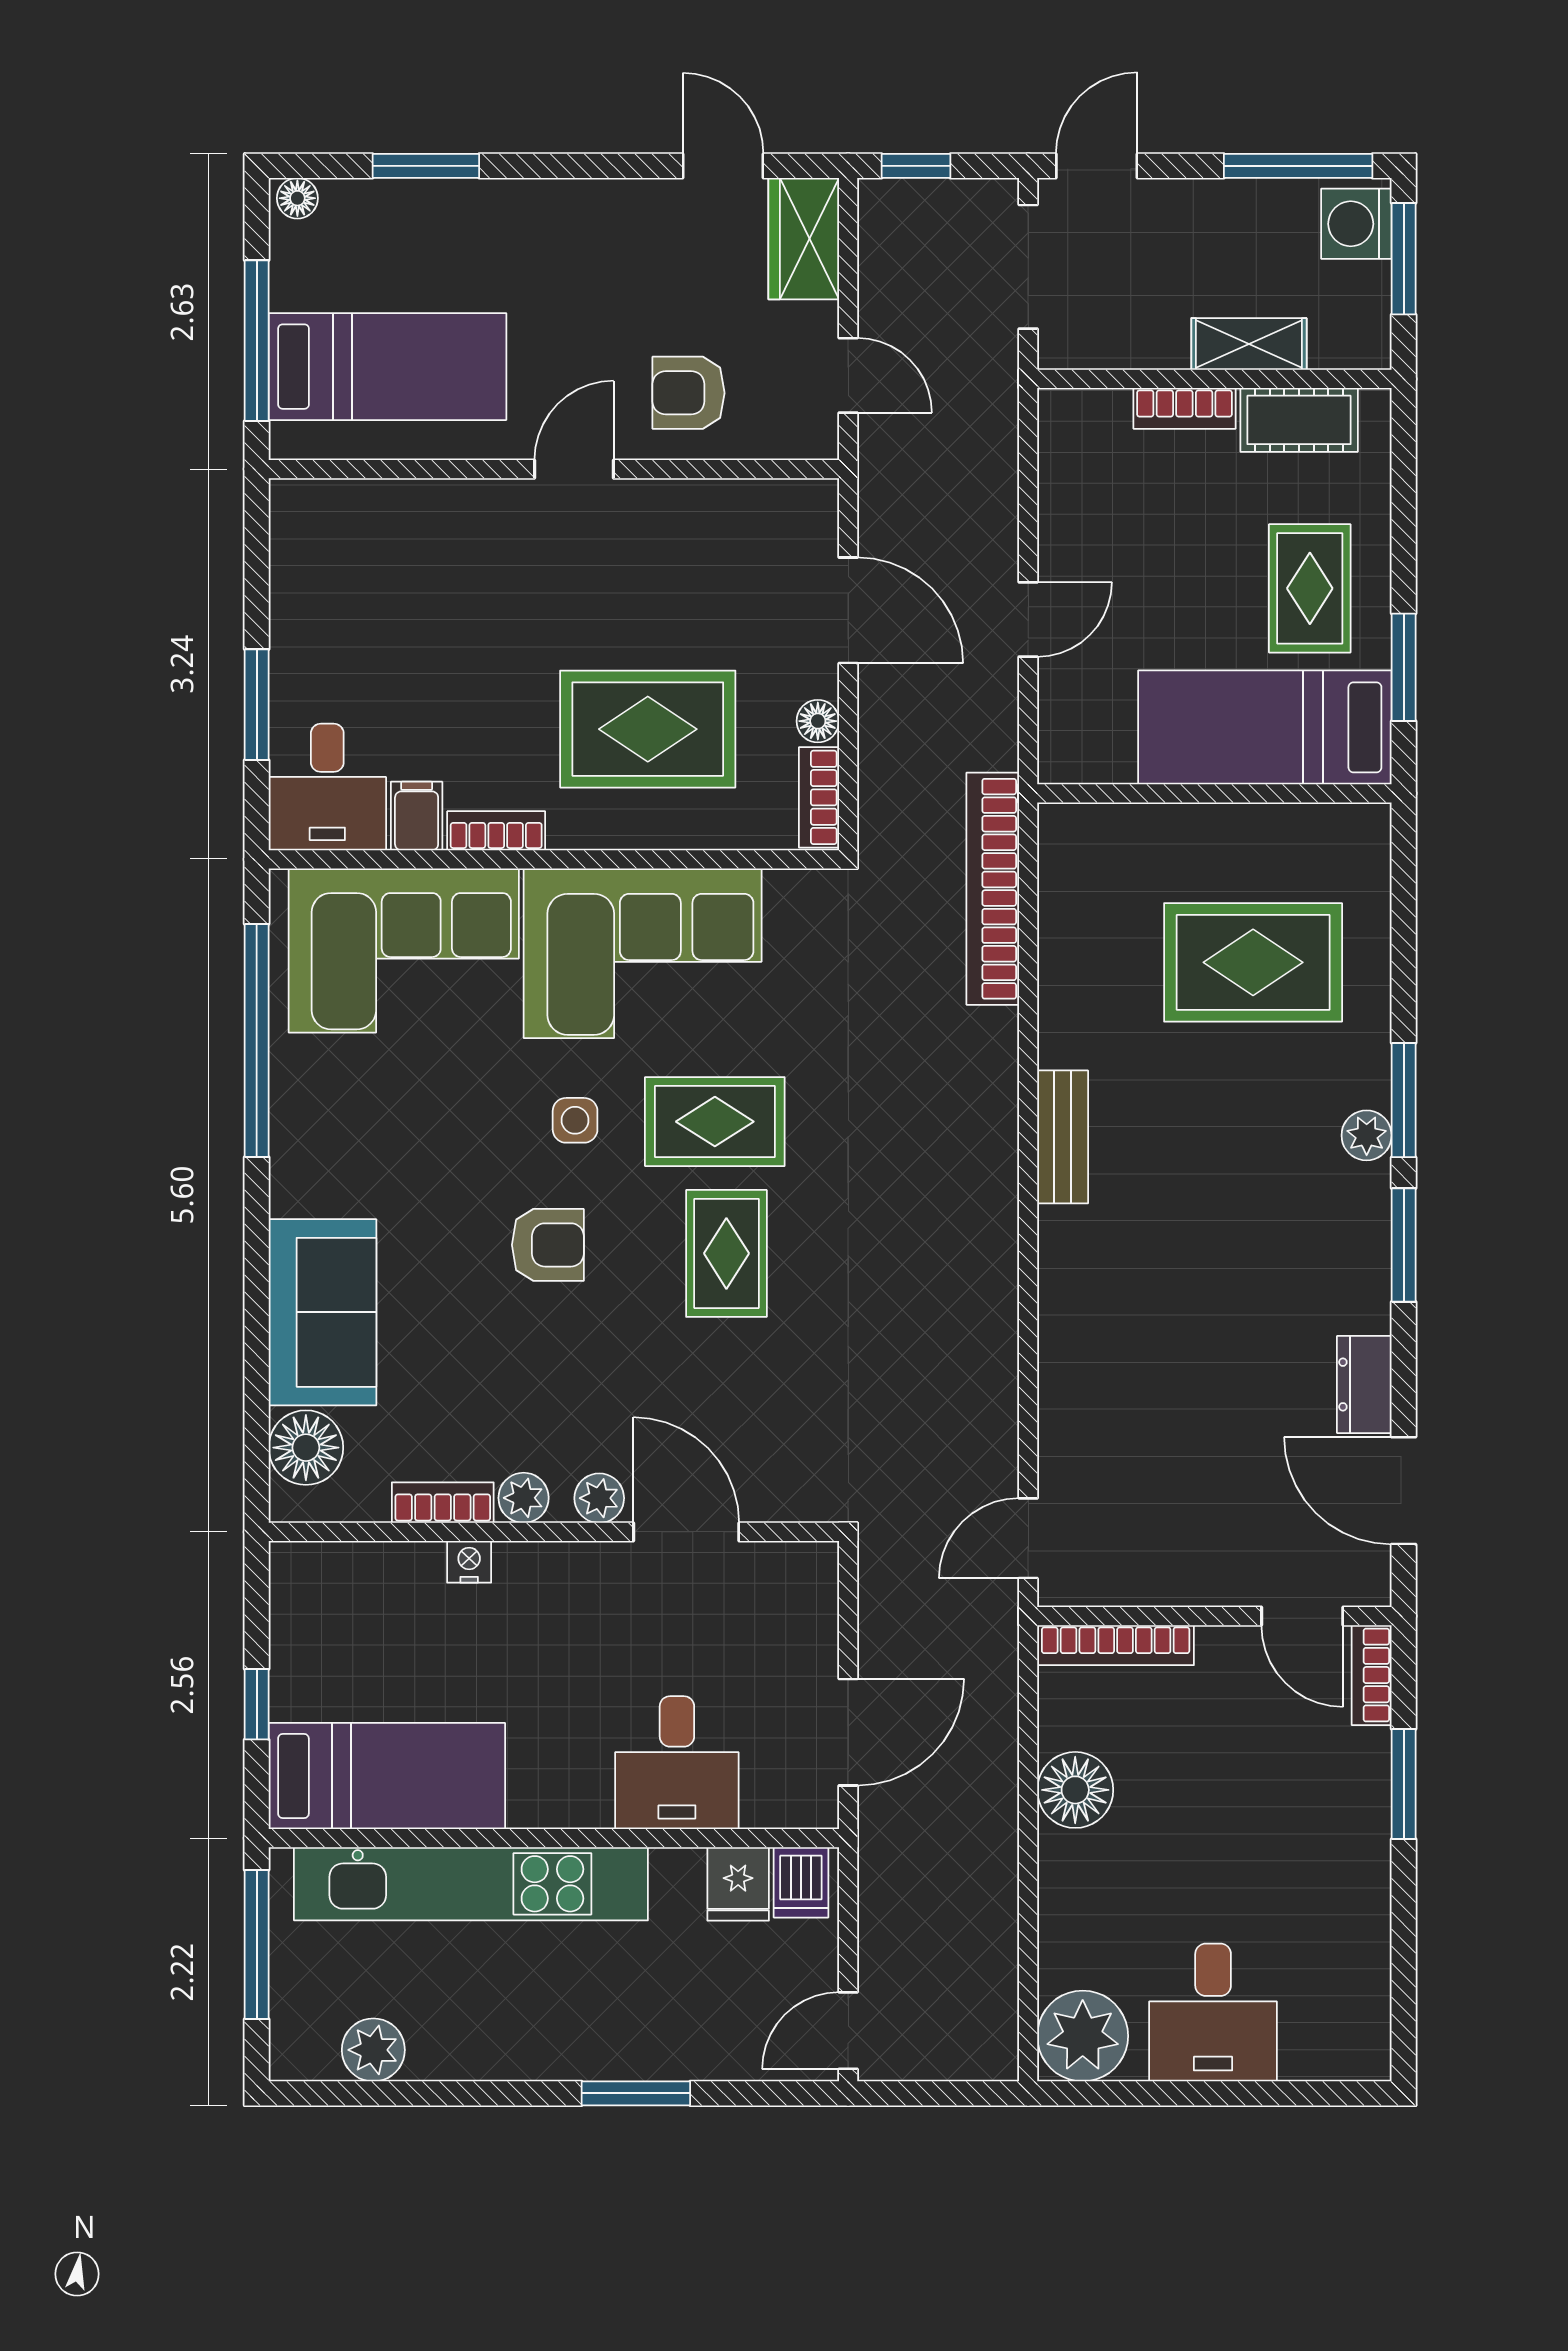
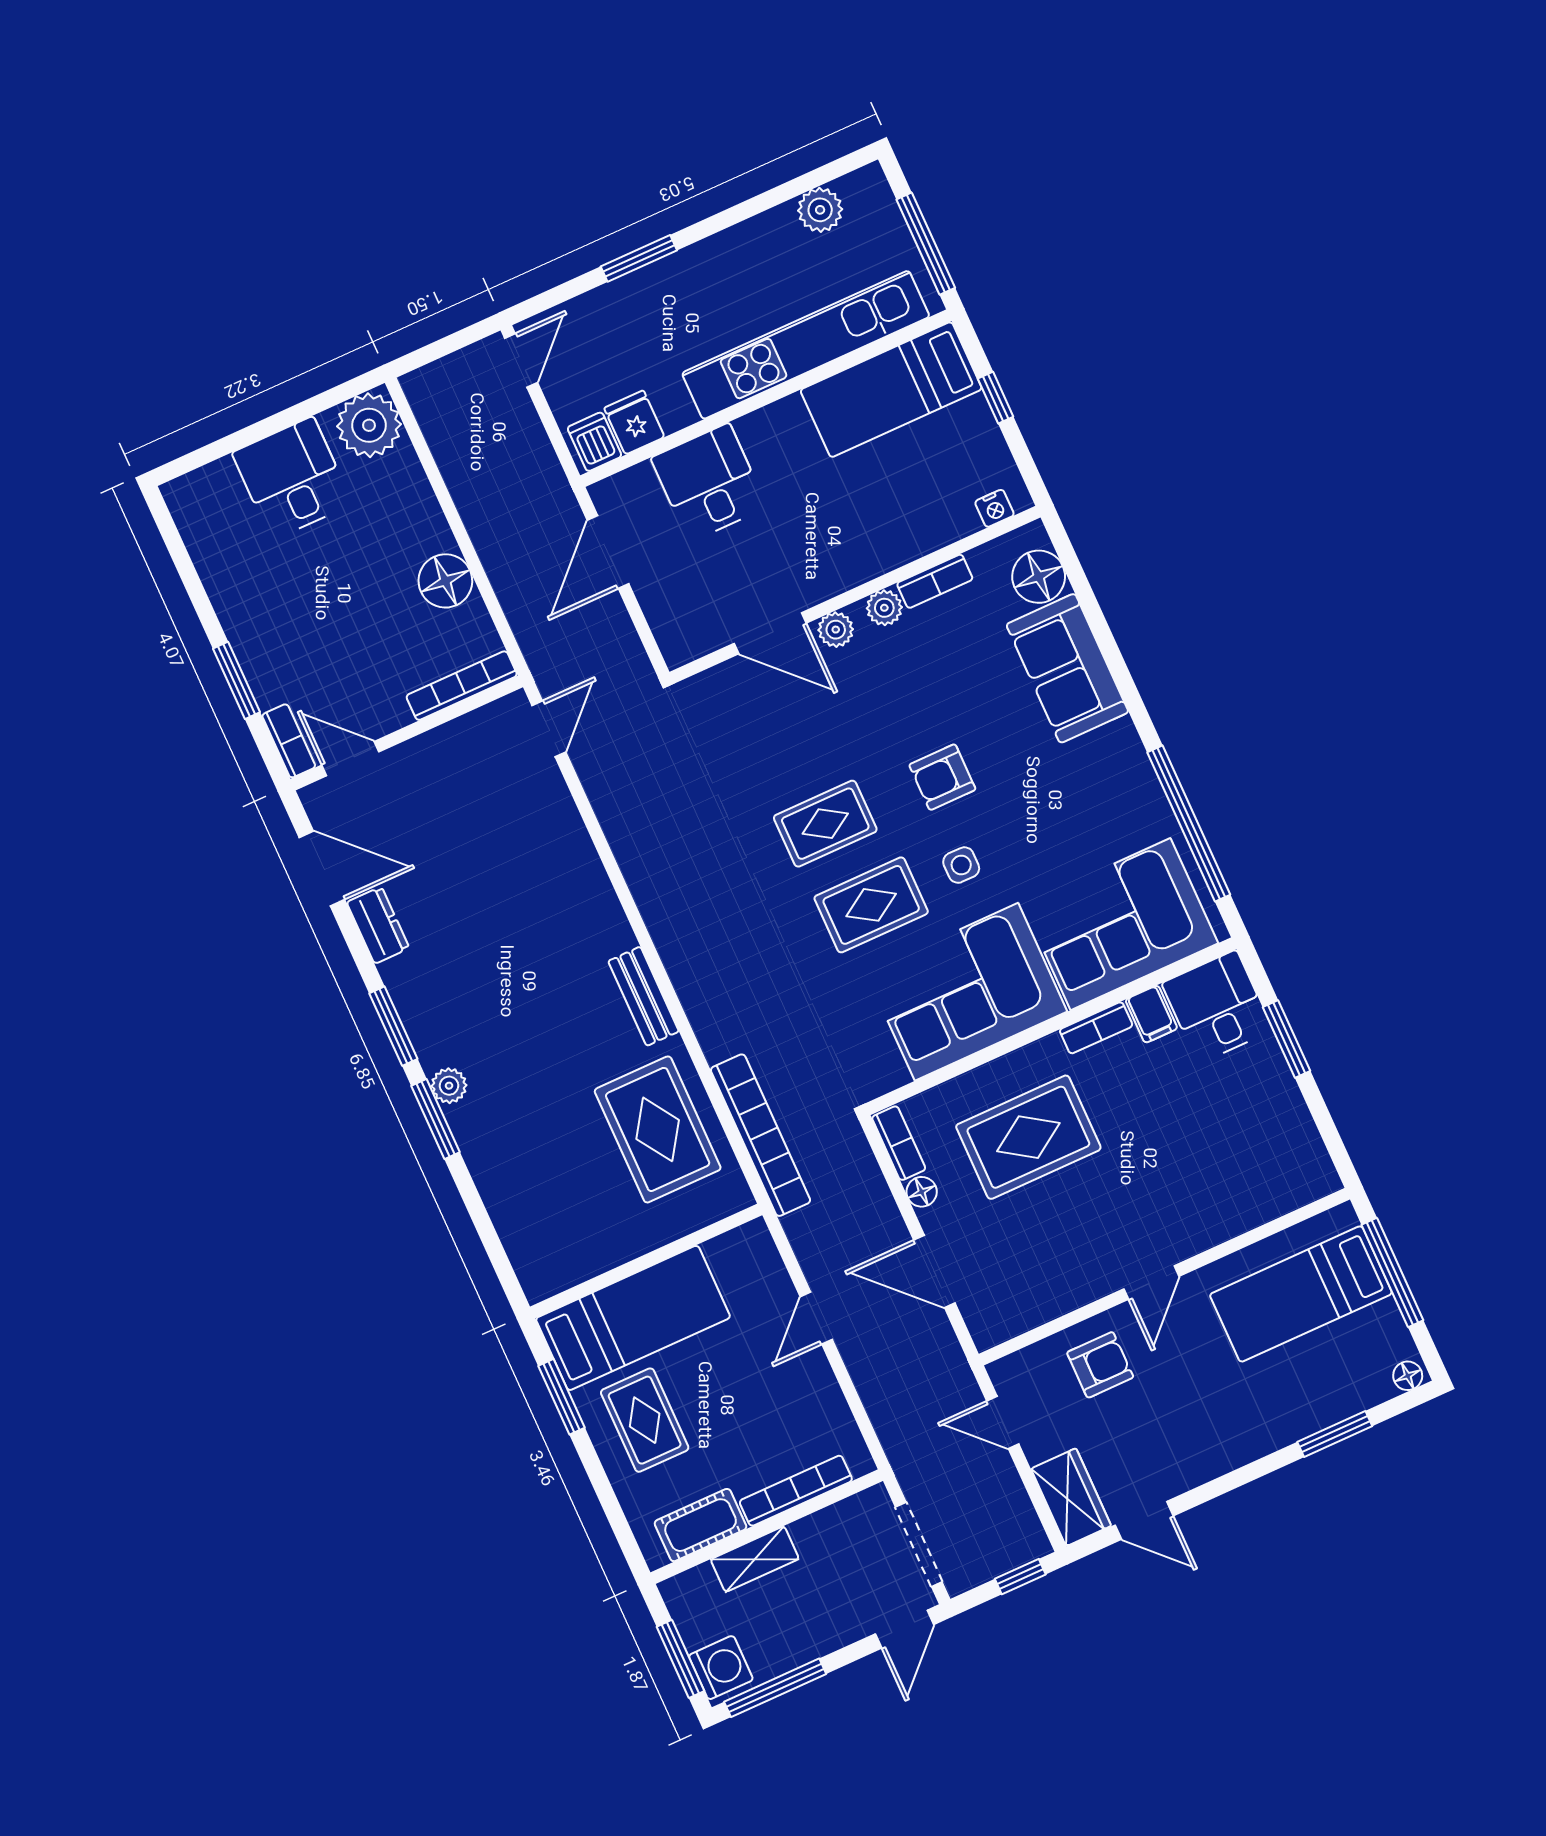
bookcase: (1184, 408) -> (796, 1491), width x1.56
rug: (1253, 962) -> (658, 1129), moved, turned 90
rug: (726, 1253) -> (825, 824), turned 90
nightstand: (469, 1562) -> (994, 508), moved

